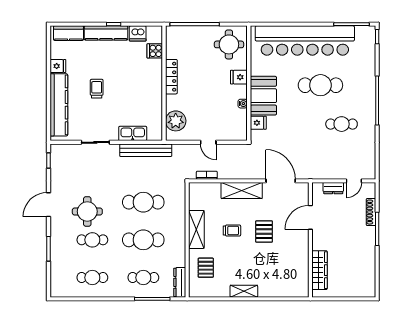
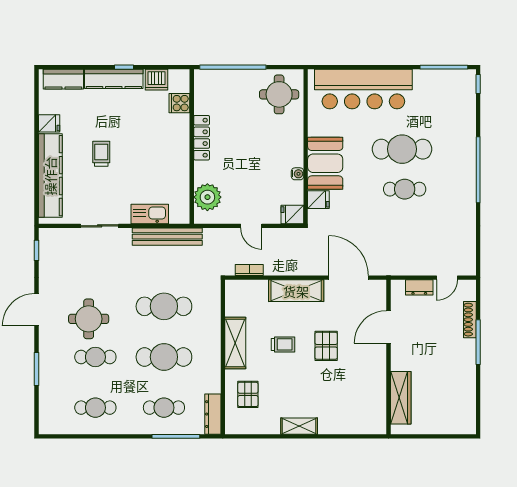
bar counter: (305, 41) -> (363, 89), width x0.73
fridge: (239, 77) -> (292, 214), moved
cafe table: (342, 124) -> (405, 189), moved

